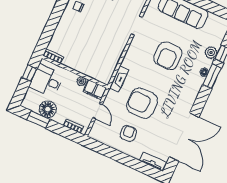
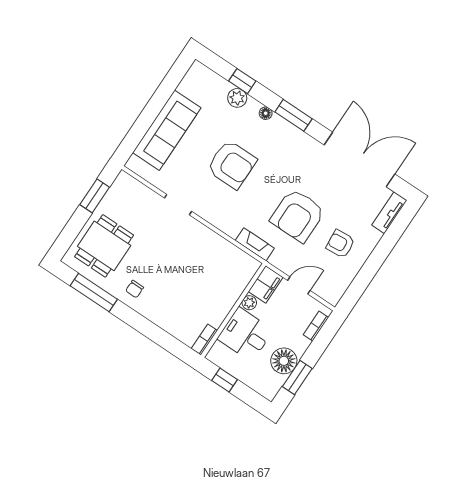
window: (212, 77) -> (294, 115), moved
desk: (47, 81) -> (245, 334), moved, turned 90

